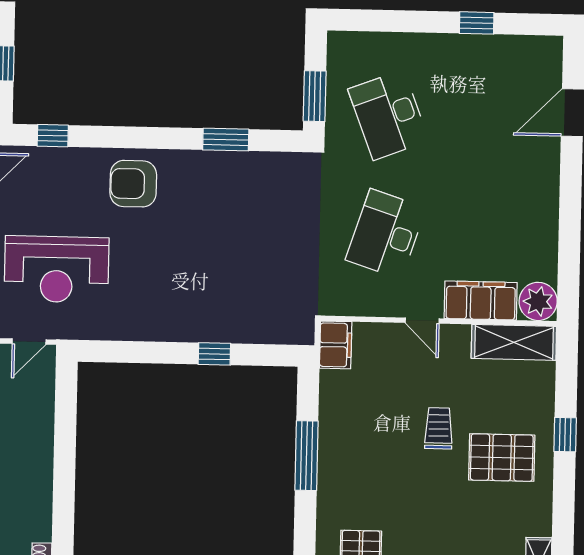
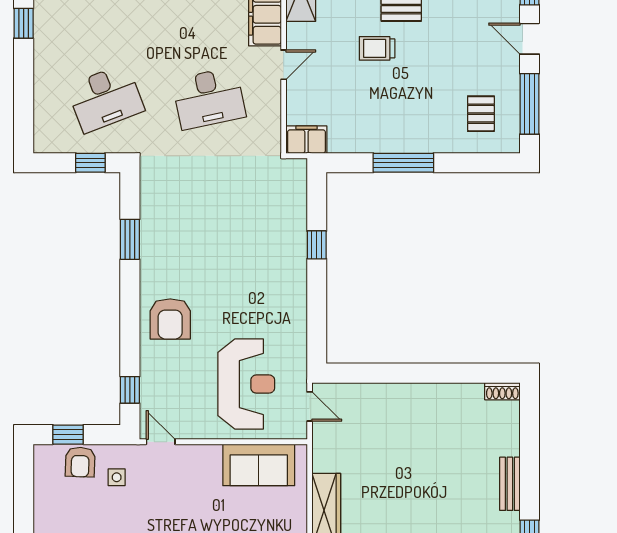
window: (315, 96) -> (90, 163), width x0.67
desk: (386, 234) -> (209, 98), turned -30

